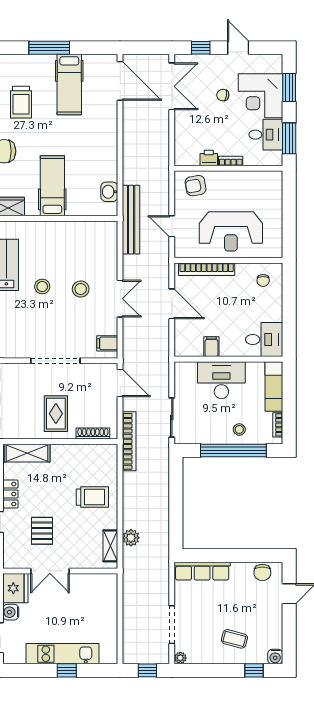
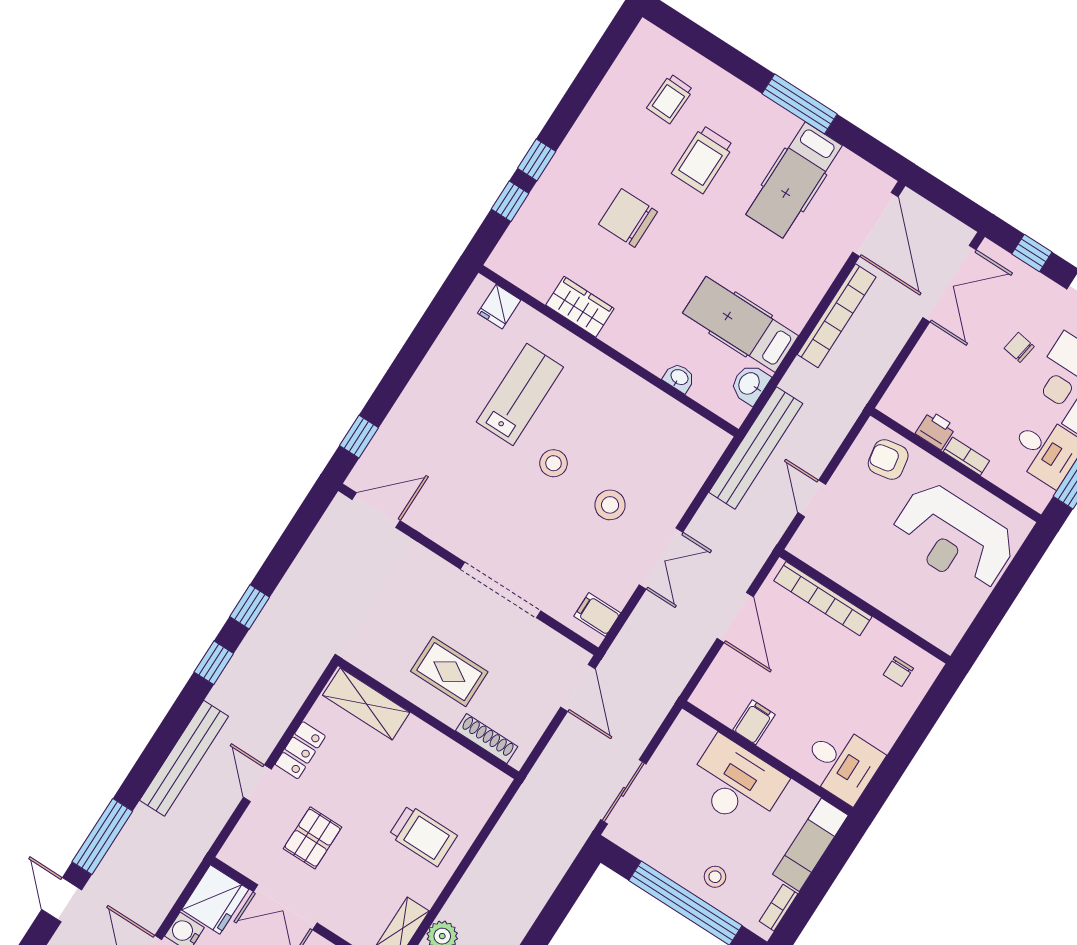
hospital bed: (52, 186) -> (741, 324), moved, turned -90
washbasin: (75, 210) -> (679, 378), added
reception desk: (231, 231) -> (954, 538), moved
rug: (56, 414) -> (449, 672), turned 90
bookcase: (129, 441) -> (837, 316), moved

